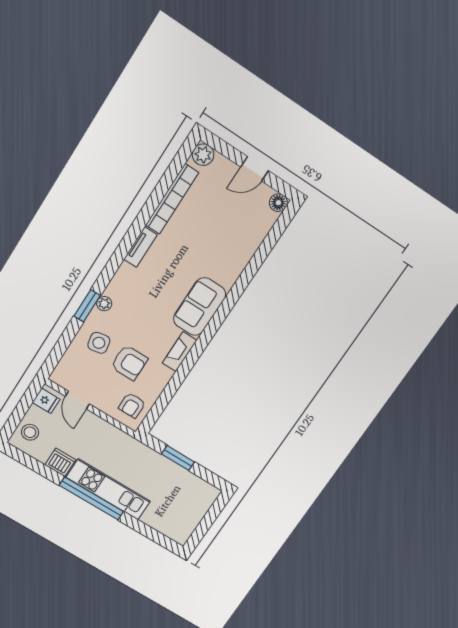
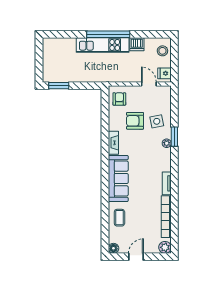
coffee table: (240, 242) -> (119, 218), added
sofa: (200, 307) -> (118, 178), width x1.36
window: (178, 458) -> (59, 86), moved

